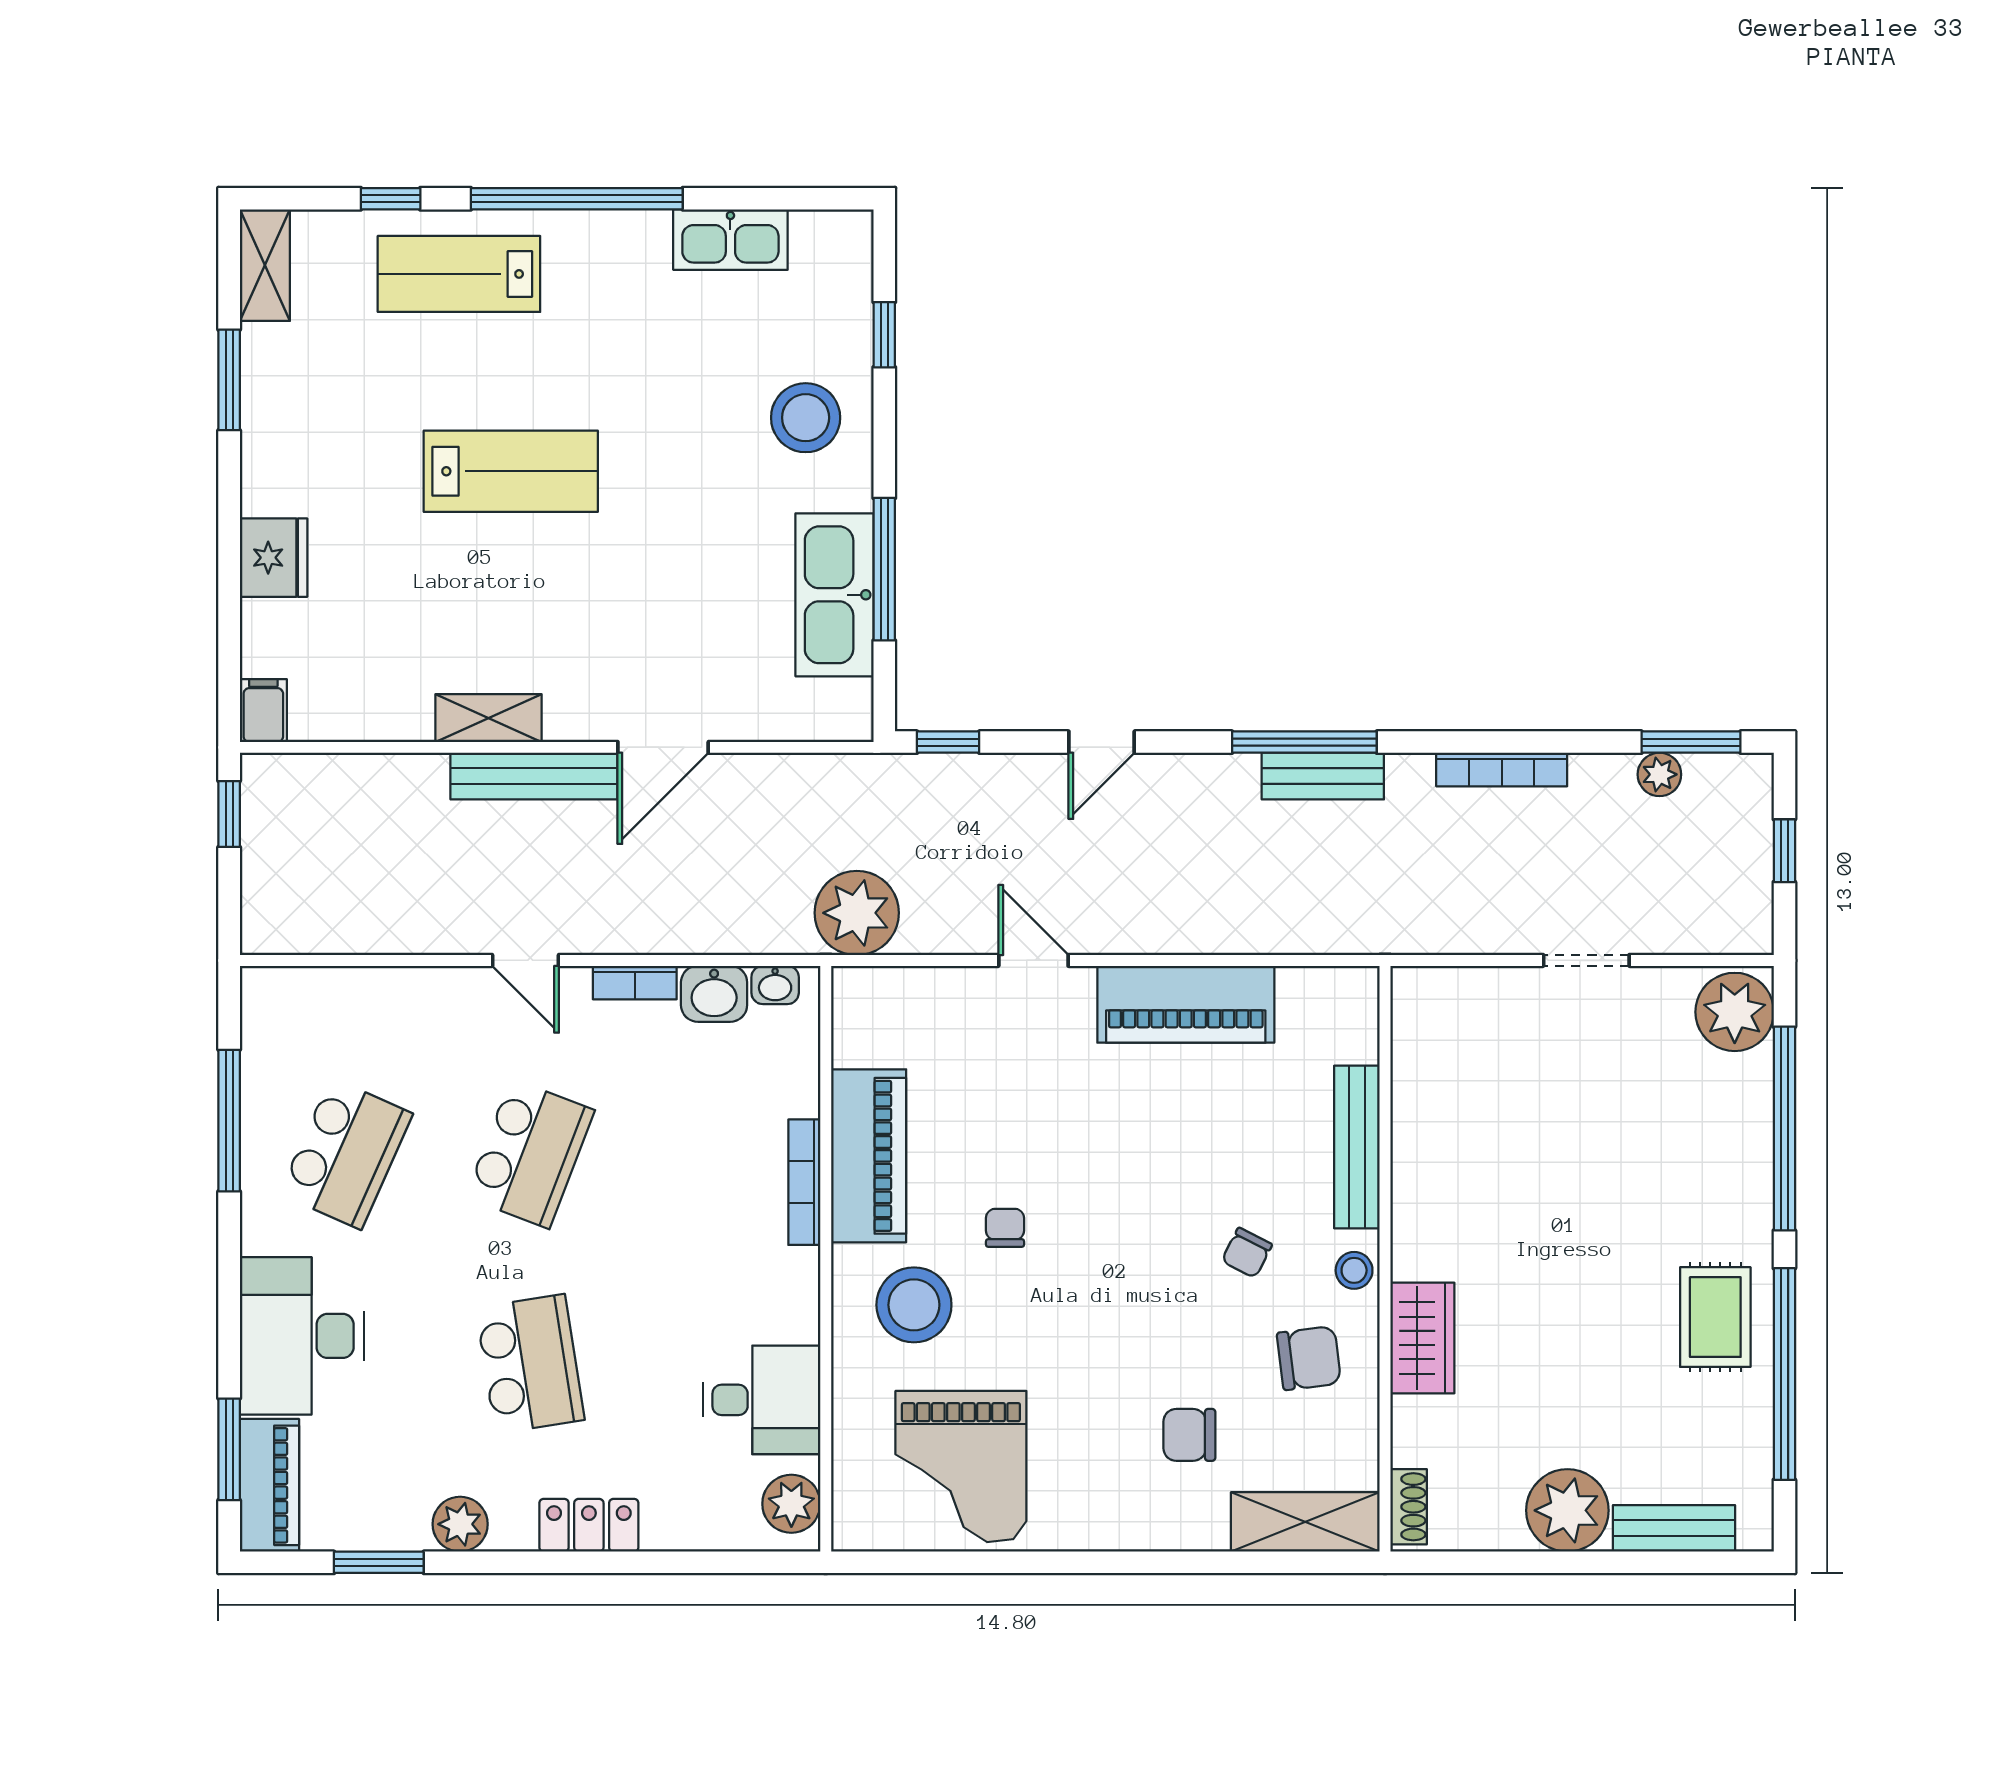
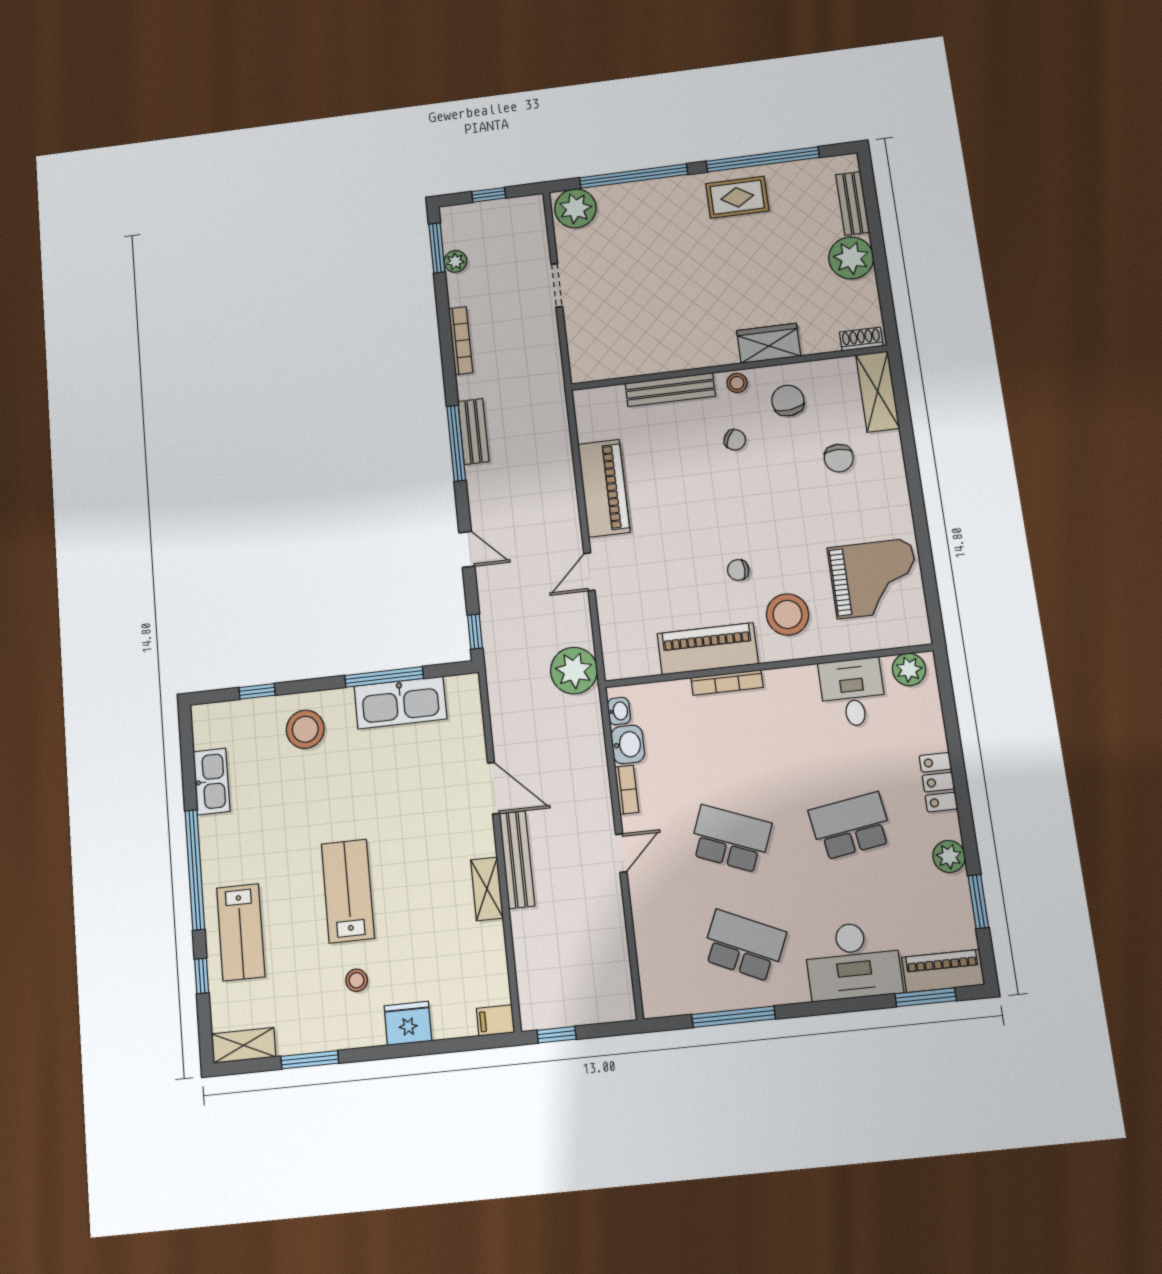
stool: (356, 474) -> (357, 980), added

